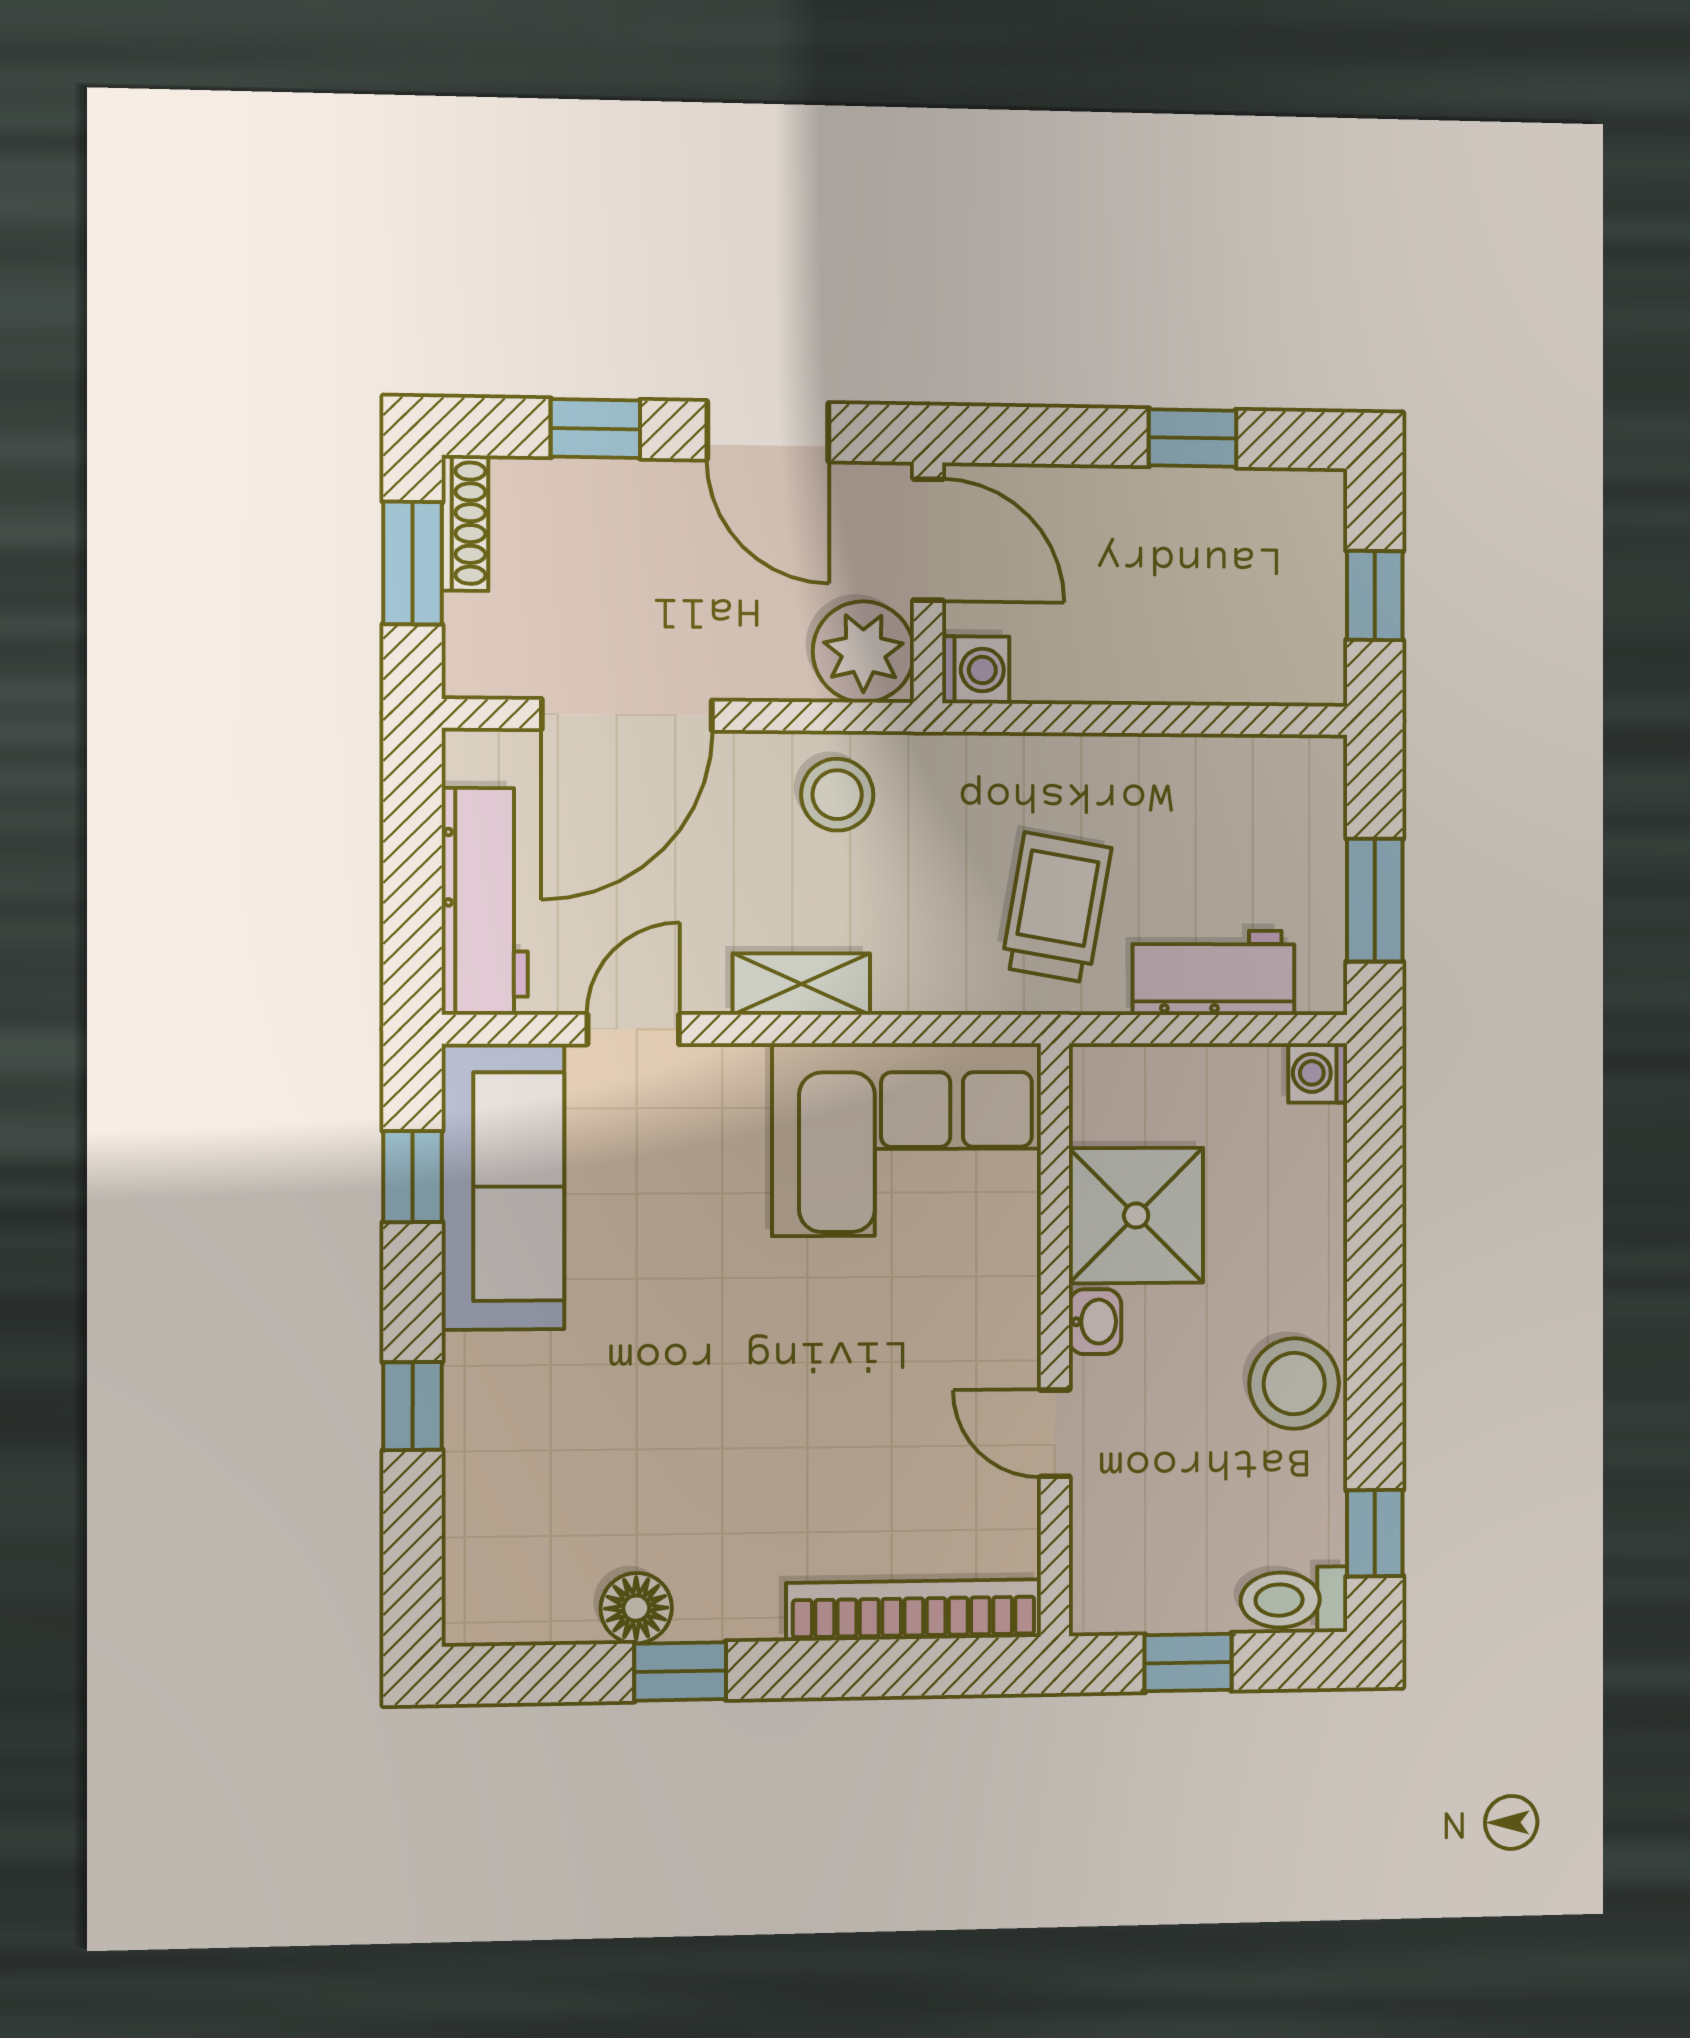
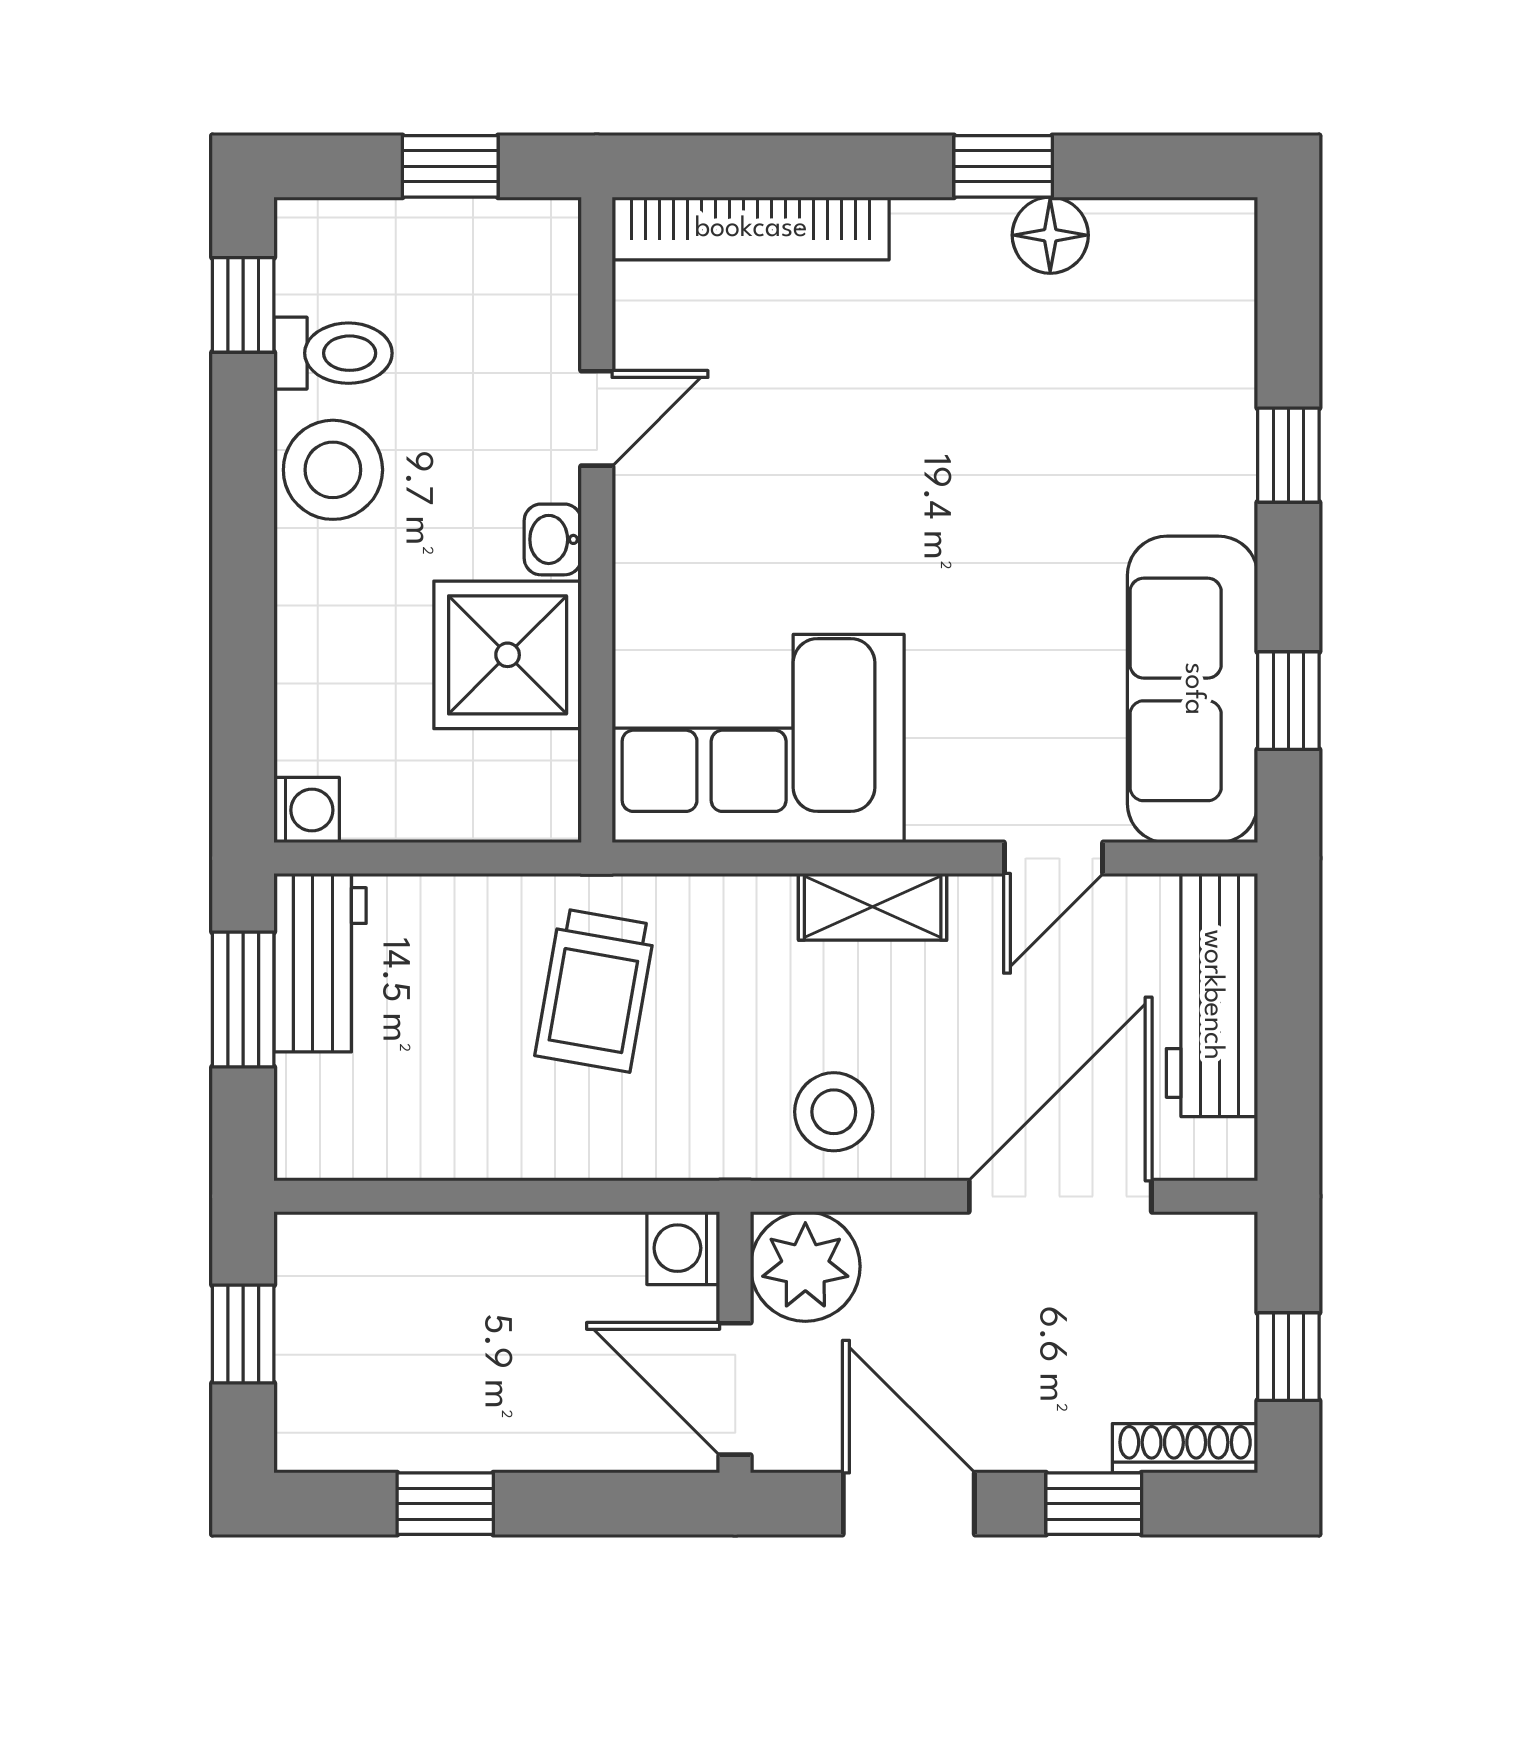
shoe rack: (465, 523) -> (1185, 1448), moved, turned 90
window: (413, 563) -> (1288, 1357), width x0.67
workbench: (1214, 973) -> (320, 963), moved, turned -90
door: (1055, 1433) -> (597, 418), hinge flipped
toilet: (1294, 1600) -> (333, 353), moved

